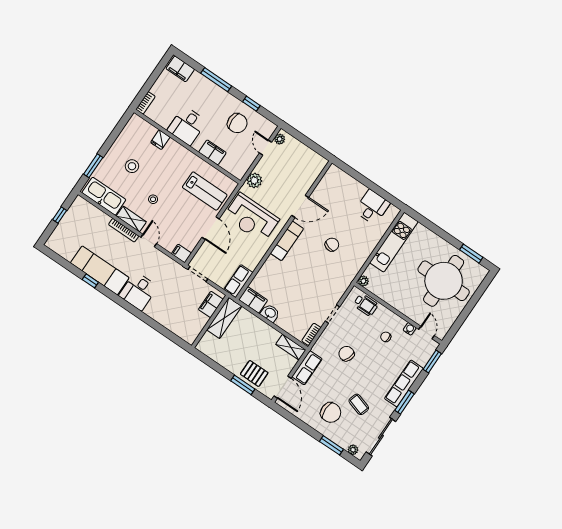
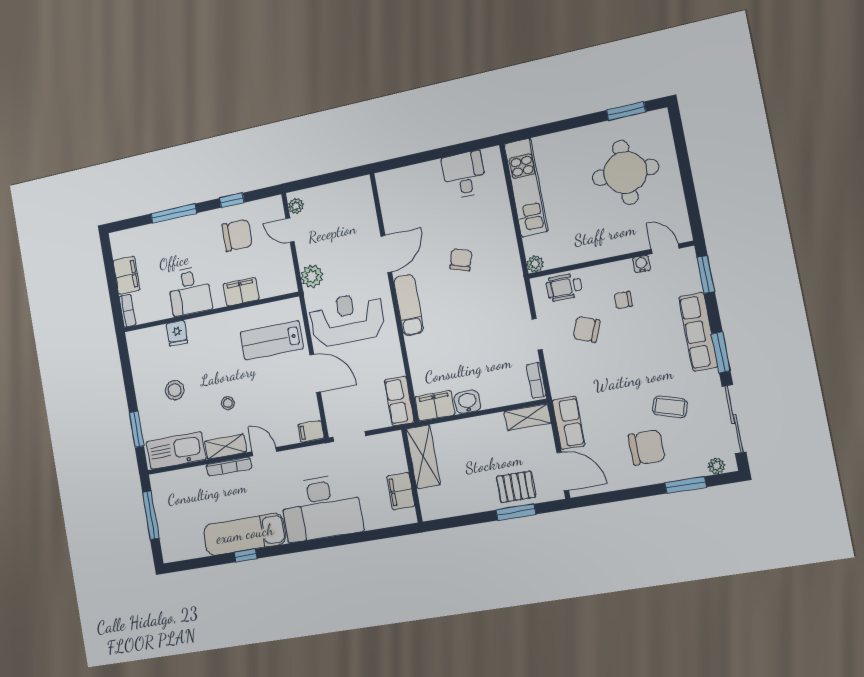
filing cabinet: (180, 69) -> (126, 275), moved, turned -90
lab bench: (205, 191) -> (272, 340), turned 180
window: (60, 215) -> (151, 515), width x2.17
reception desk: (251, 218) -> (347, 319), turned 180
round table: (444, 281) -> (625, 172), width x0.73, depth x0.73
desk: (138, 291) -> (321, 508), width x1.87, depth x1.30
filing cabinet: (211, 304) -> (401, 491), moved
wheelchair: (366, 305) -> (564, 287), turned 180
chair: (347, 354) -> (586, 329), moved

